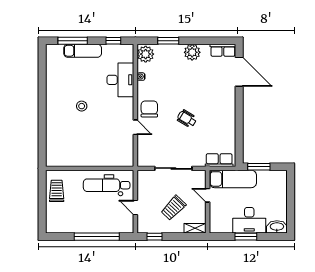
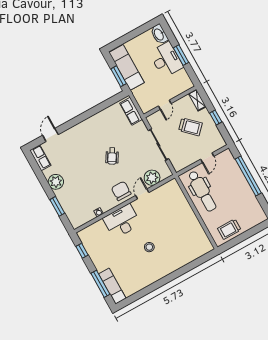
exam couch: (83, 51) -> (112, 286), moved
plant: (146, 54) -> (152, 178), moved
door: (239, 72) -> (50, 135), width x0.53
desk: (120, 80) -> (122, 221), moved
chair: (149, 109) -> (121, 191), turned 90
exam couch: (233, 179) -> (127, 67), moved
window: (155, 237) -> (216, 118), moved

